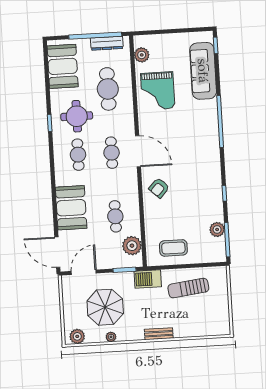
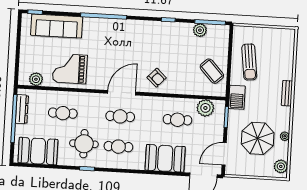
cafe table: (108, 89) -> (63, 113), width x0.73, depth x0.74
grand piano: (158, 91) -> (70, 69), turned 180
coffee table: (173, 248) -> (212, 71), turned -43
door: (84, 272) -> (224, 154), hinge flipped

